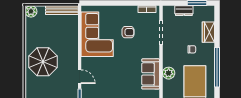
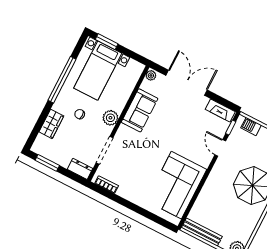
dresser: (184, 11) -> (80, 169), moved
armchair: (128, 32) -> (141, 170), removed
plant: (169, 73) -> (110, 118), moved

